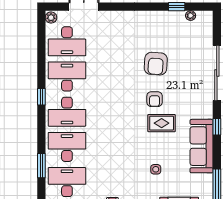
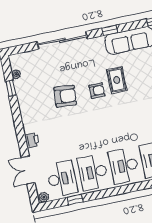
printer: (115, 18) -> (32, 140), added
window: (41, 97) -> (75, 200), moved
desk: (67, 112) -> (124, 166), turned 180

